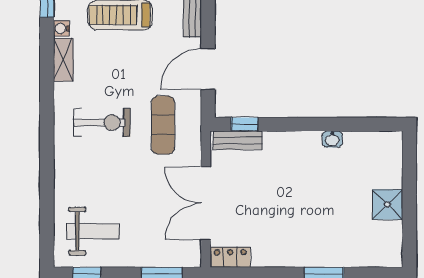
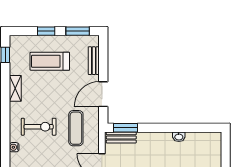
water cooler: (61, 28) -> (14, 147), moved
window: (245, 124) -> (126, 128), width x1.50

